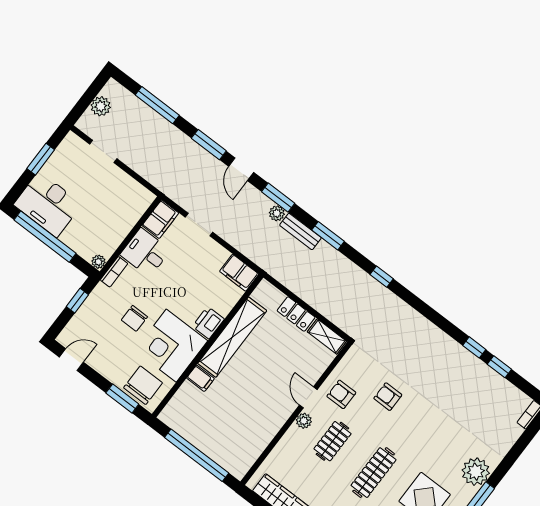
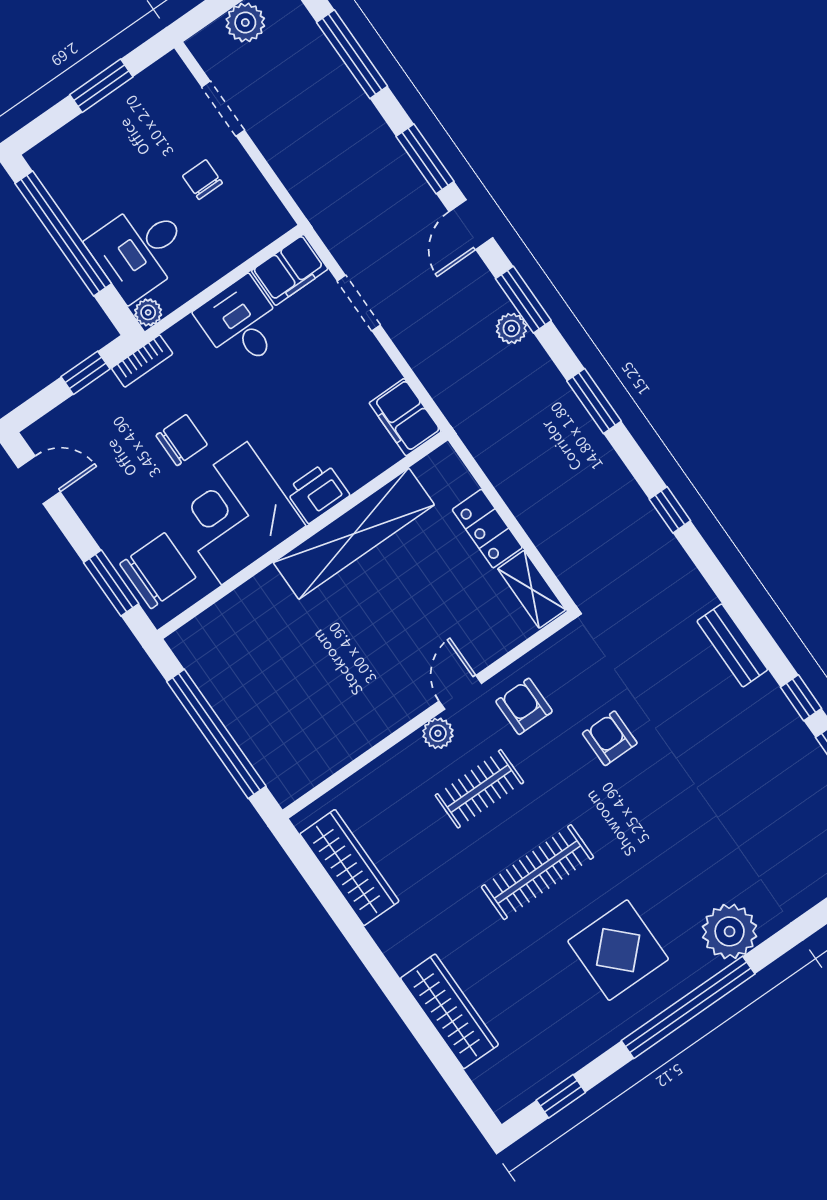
chair: (104, 189) -> (202, 180), added
desk: (48, 204) -> (140, 250), moved, width x0.73
bench: (300, 231) -> (732, 645), moved
bookcase: (114, 272) -> (142, 361), moved
chair: (134, 318) -> (182, 440), turned 180
filing cabinet: (200, 378) -> (270, 592), removed

